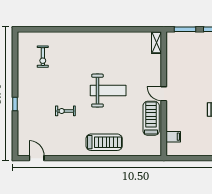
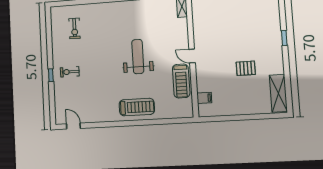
weight bench: (108, 91) -> (138, 57), turned -90
exercise bike: (65, 111) -> (70, 72), moved
treadmill: (151, 118) -> (181, 81), turned 180

